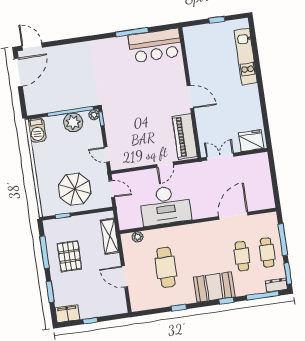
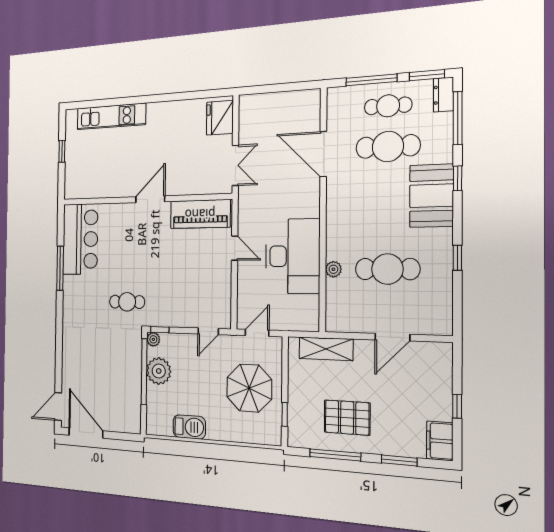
cafe table: (117, 90) -> (127, 302), added
barbecue: (37, 130) -> (189, 427), moved
double door: (220, 157) -> (235, 165), swing flipped
plant: (138, 237) -> (333, 269), moved
cafe table: (242, 256) -> (388, 146), width x1.37, depth x1.35

